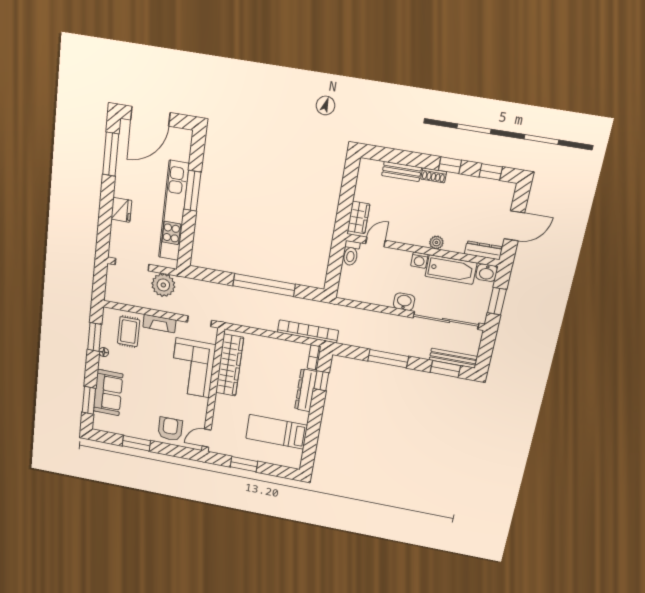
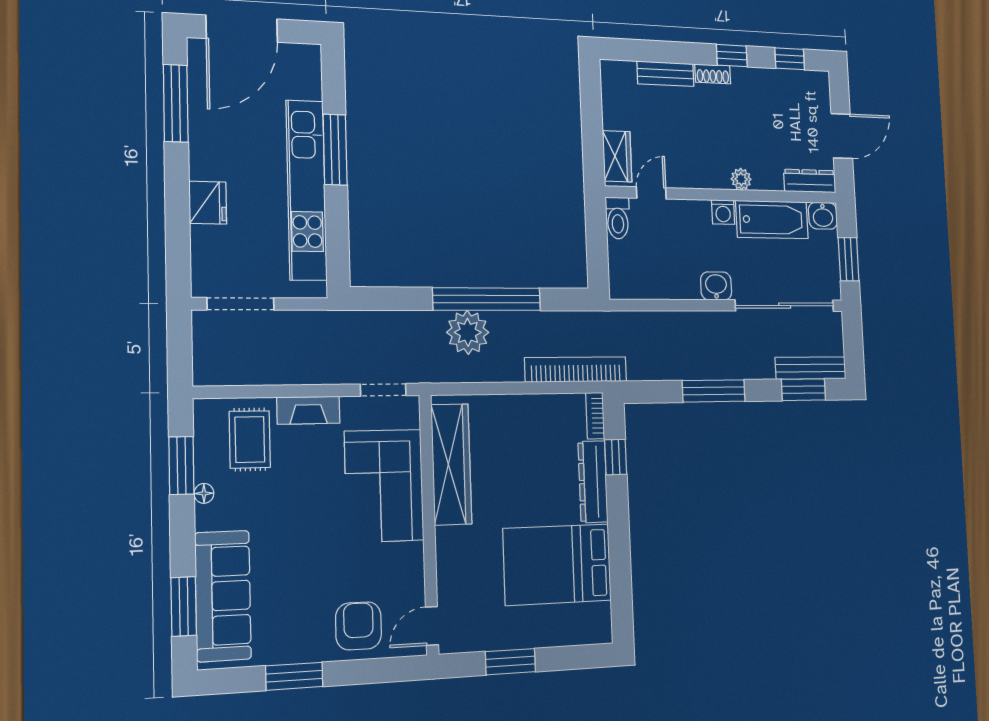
plant: (163, 285) -> (468, 332), moved
sofa: (108, 393) -> (223, 596), width x1.36
bed: (277, 432) -> (557, 565), width x1.50

